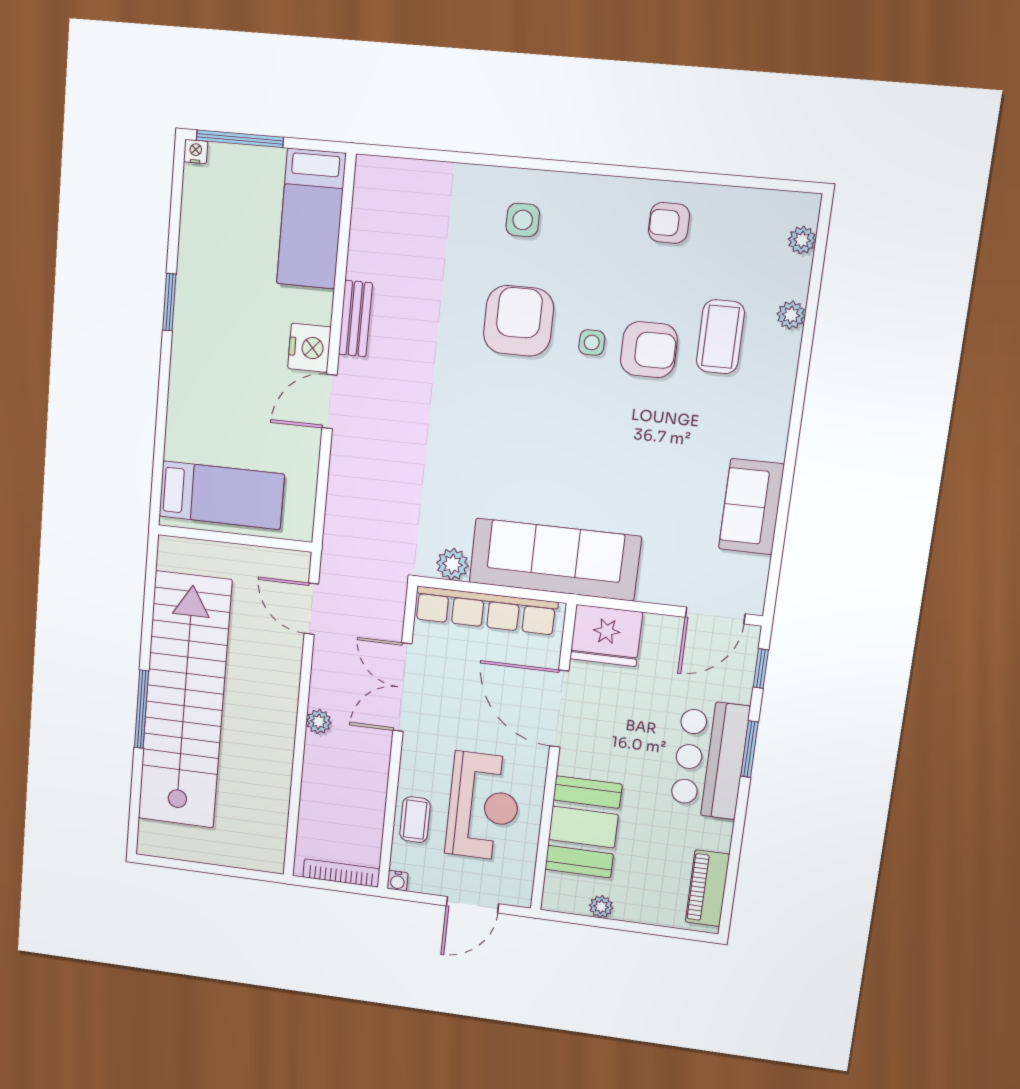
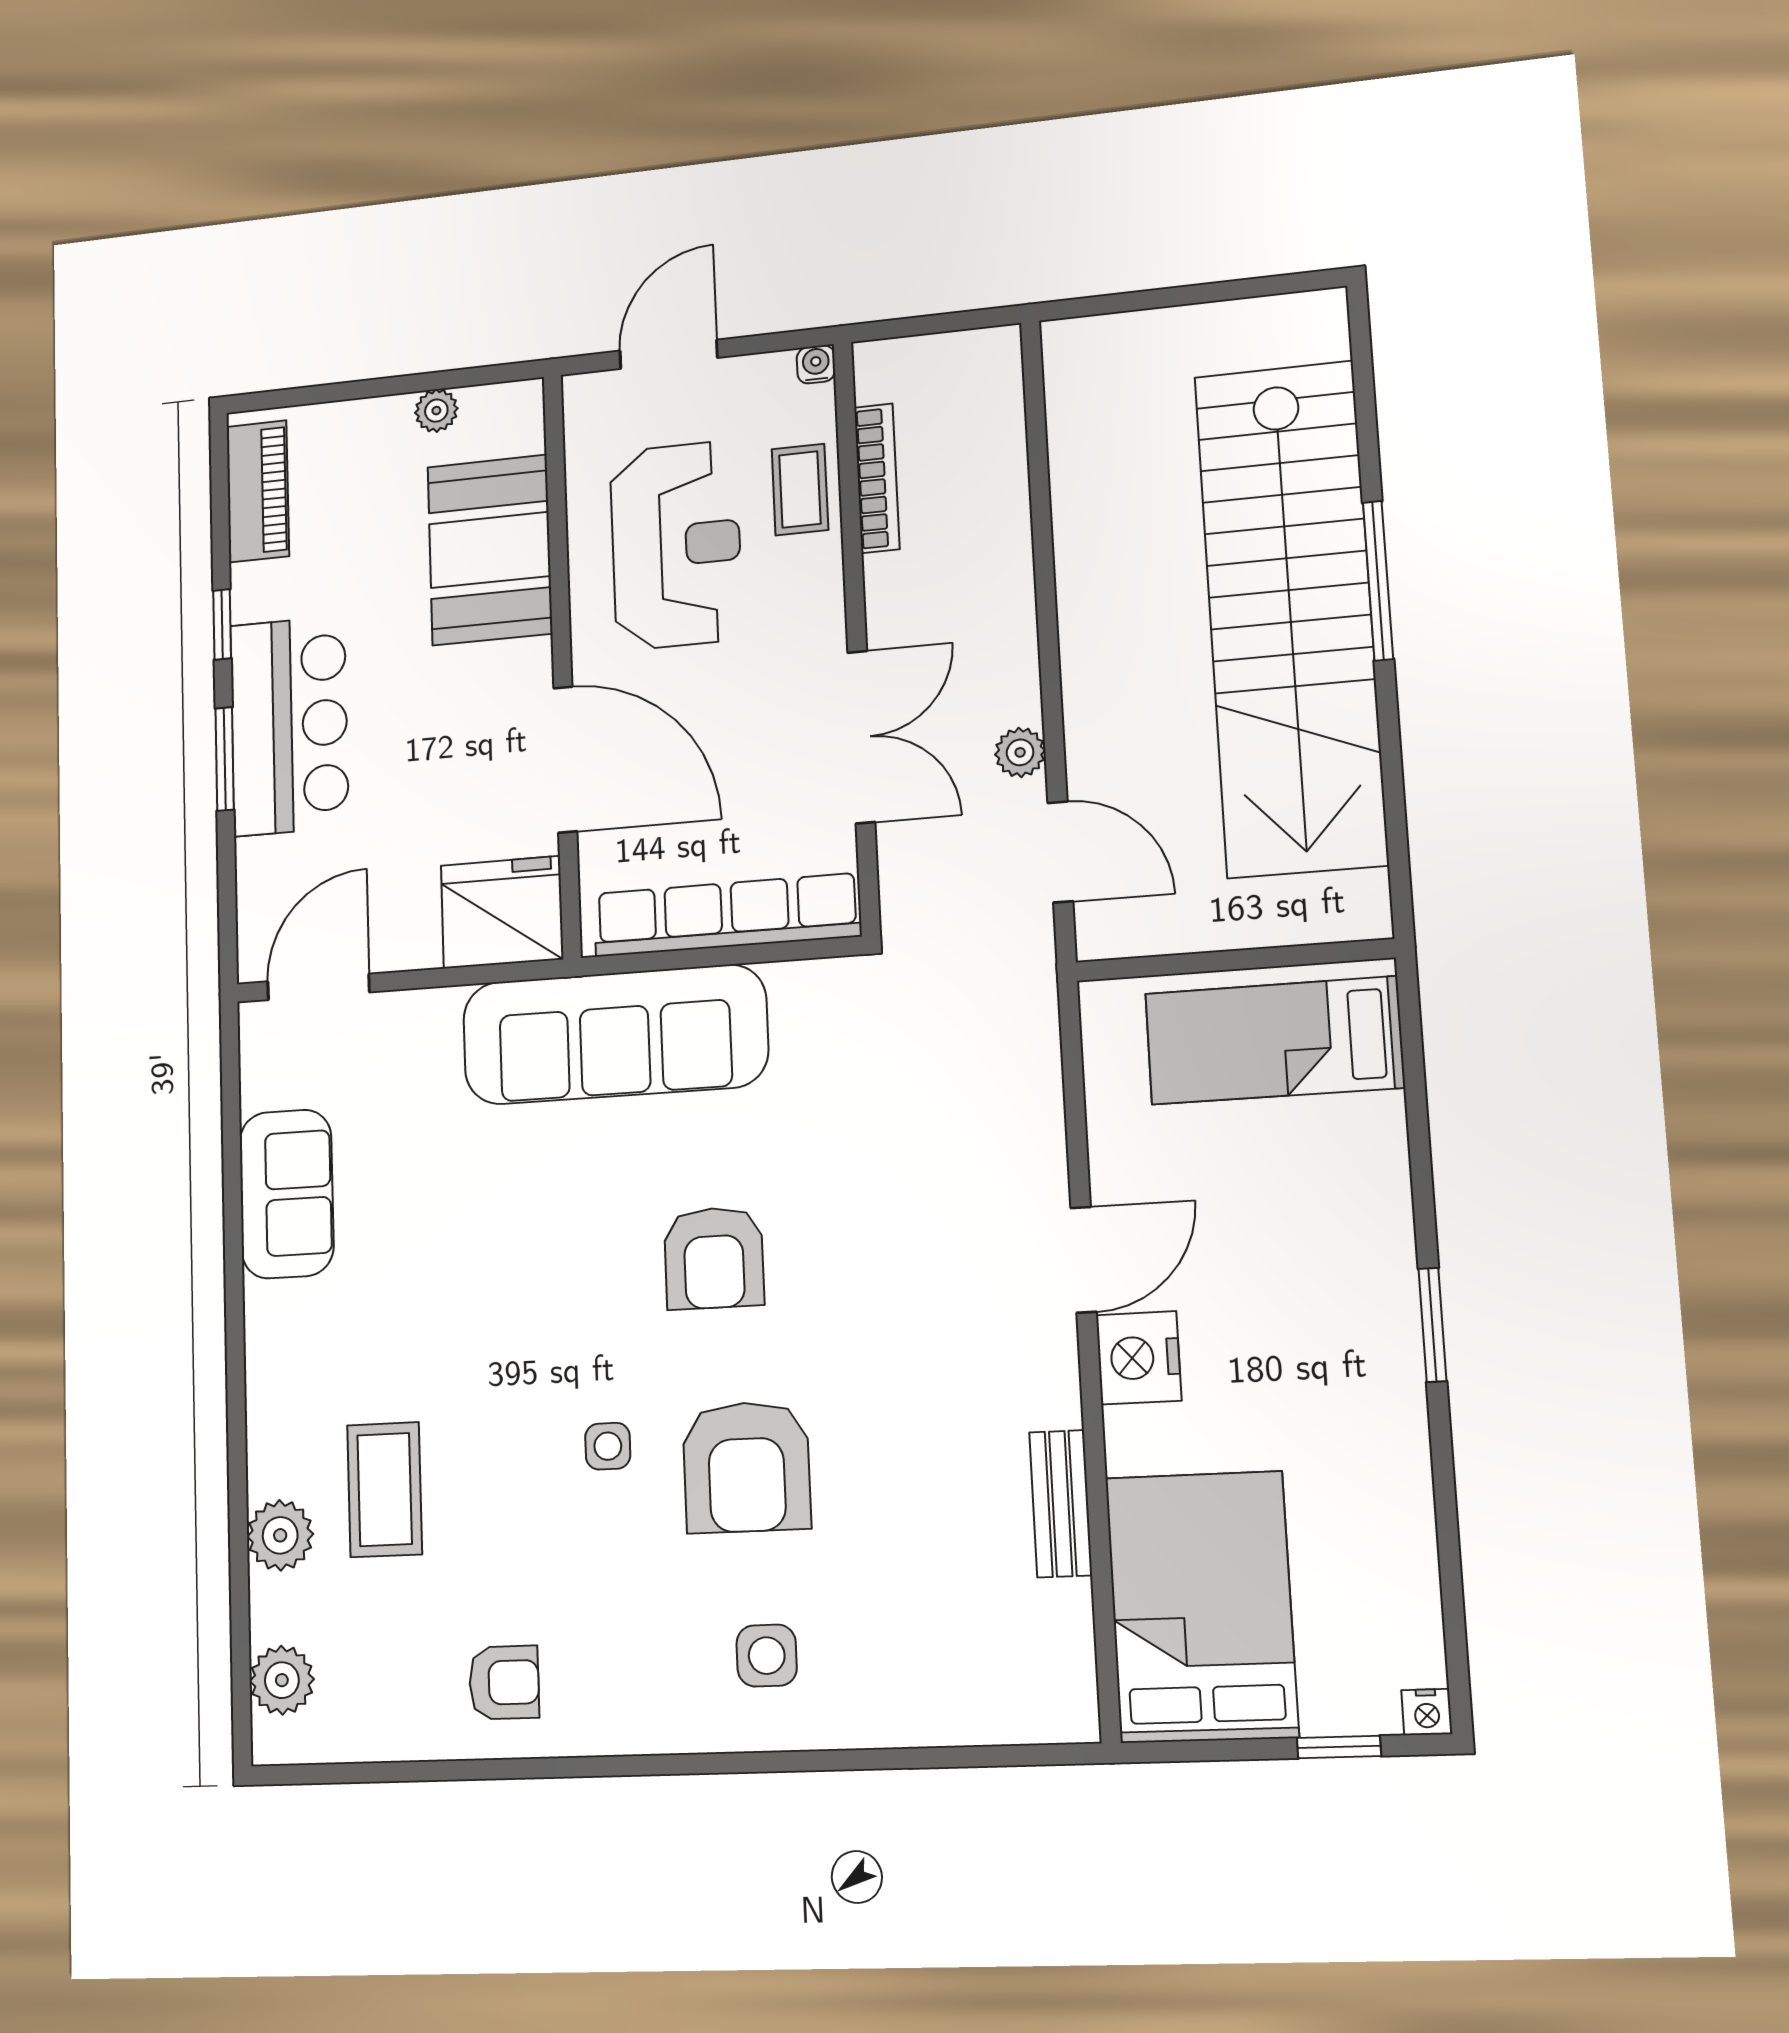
window: (240, 139) -> (1339, 1747), width x0.46
bed: (311, 219) -> (1201, 1607), width x1.50
plant: (802, 240) -> (282, 1680), width x1.38, depth x1.38
window: (169, 302) -> (1432, 1325), moved
plant: (791, 315) -> (280, 1535), width x1.38, depth x1.38
bench: (355, 319) -> (1061, 1504), moved
armchair: (649, 350) -> (714, 1258), moved, turned -90
plant: (452, 564) -> (801, 990), removed
window: (761, 669) -> (222, 624), moved
plant: (319, 722) -> (1020, 752), moved
reception desk: (483, 806) -> (676, 545), turned 180
bookcase: (341, 873) -> (877, 478), moved, turned -90

